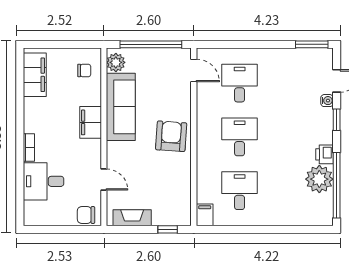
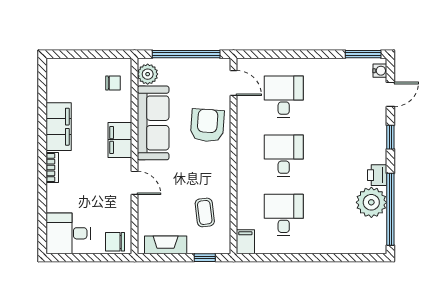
filing cabinet: (35, 75) -> (59, 127), moved
water cooler: (327, 101) -> (380, 71), moved
armchair: (171, 136) -> (207, 125), moved
door: (104, 180) -> (135, 183), moved
desk: (44, 181) -> (68, 233), moved
coffee table: (168, 188) -> (205, 212), added

